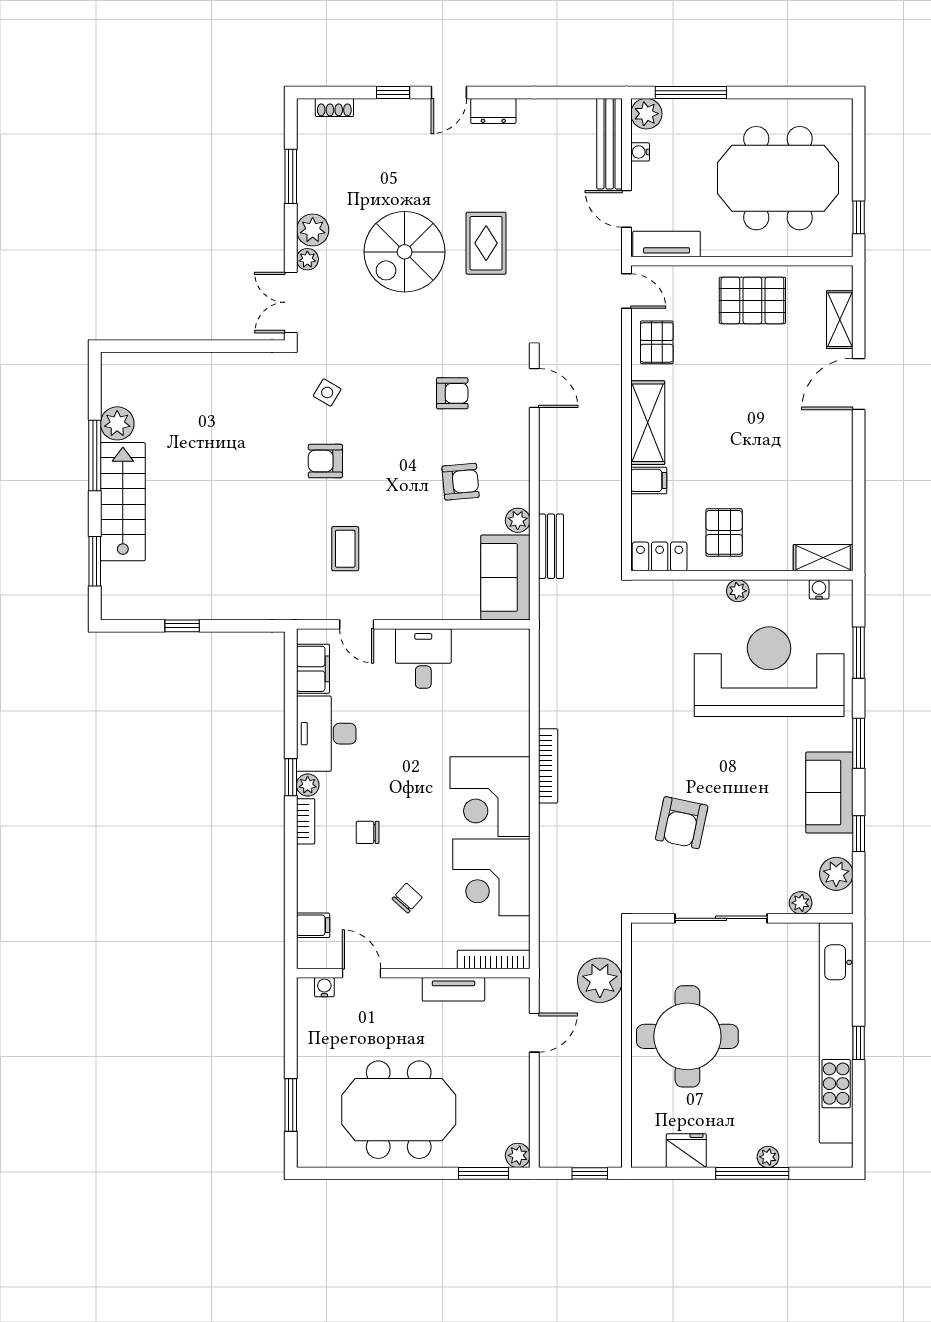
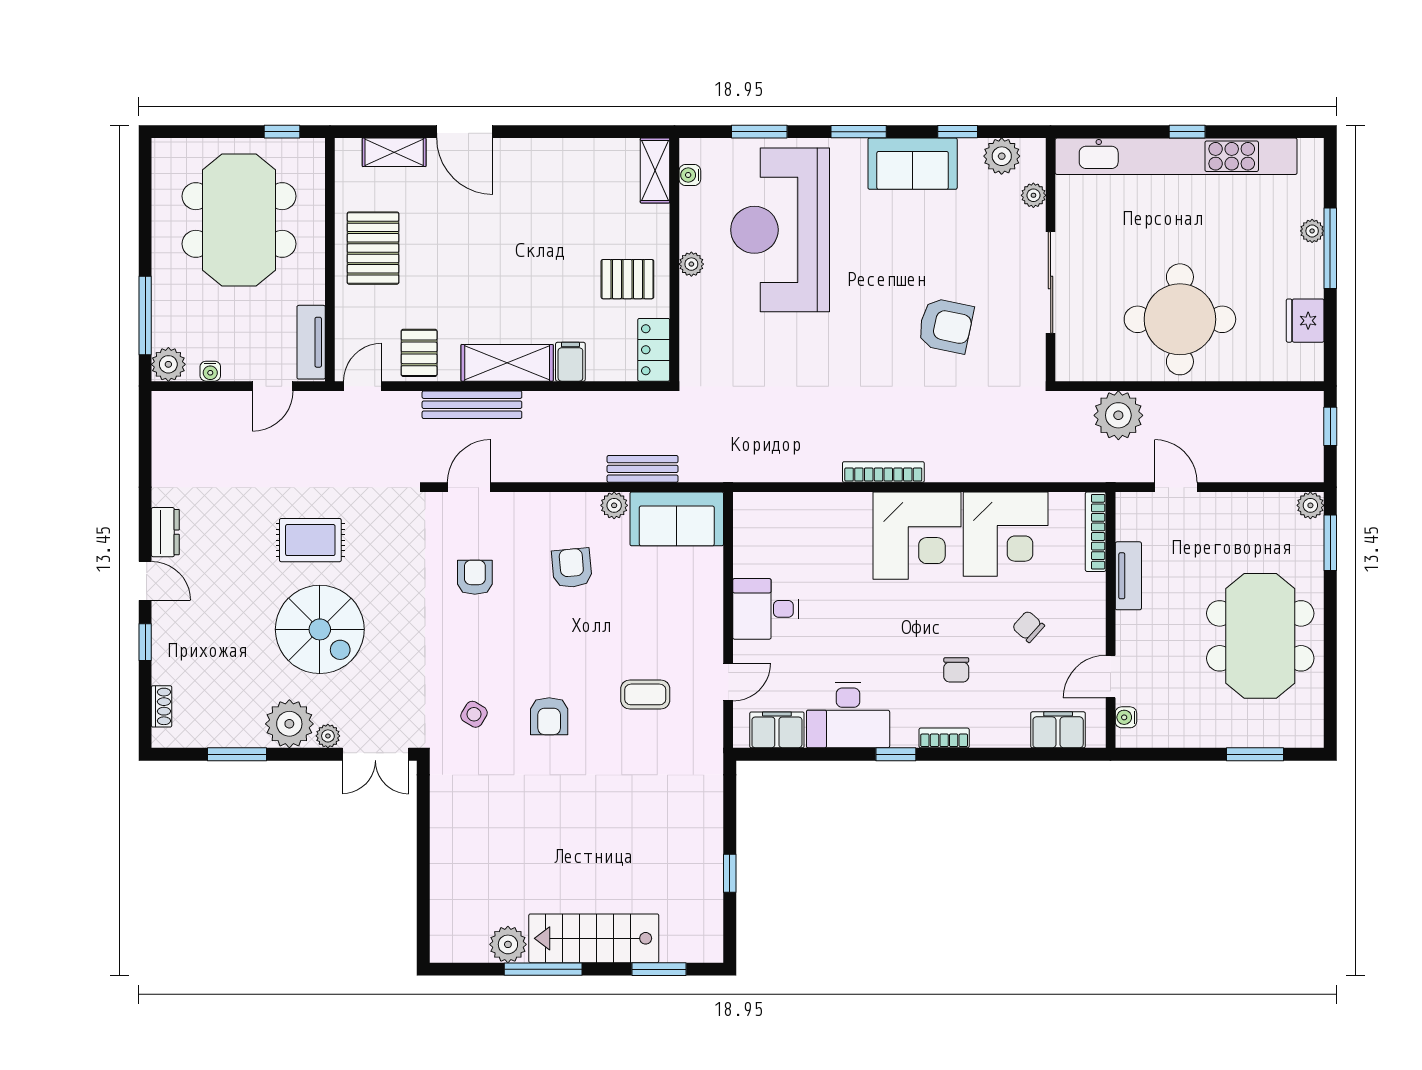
bench: (610, 144) -> (472, 405), moved
plant: (313, 230) -> (289, 724), width x1.36, depth x1.36
pallet: (657, 342) -> (419, 353), turned 90
plant: (308, 785) -> (904, 736), removed
filing cabinet: (313, 925) -> (1058, 730), width x2.00

